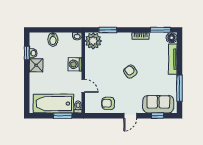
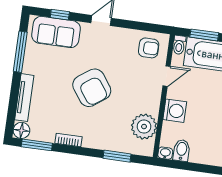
bidet: (53, 39) -> (182, 150), moved
plant: (93, 41) -> (144, 127), moved
armchair: (130, 72) -> (92, 88), width x1.88, depth x1.88
door: (83, 86) -> (167, 76), swing flipped
armchair: (108, 103) -> (149, 48), moved

